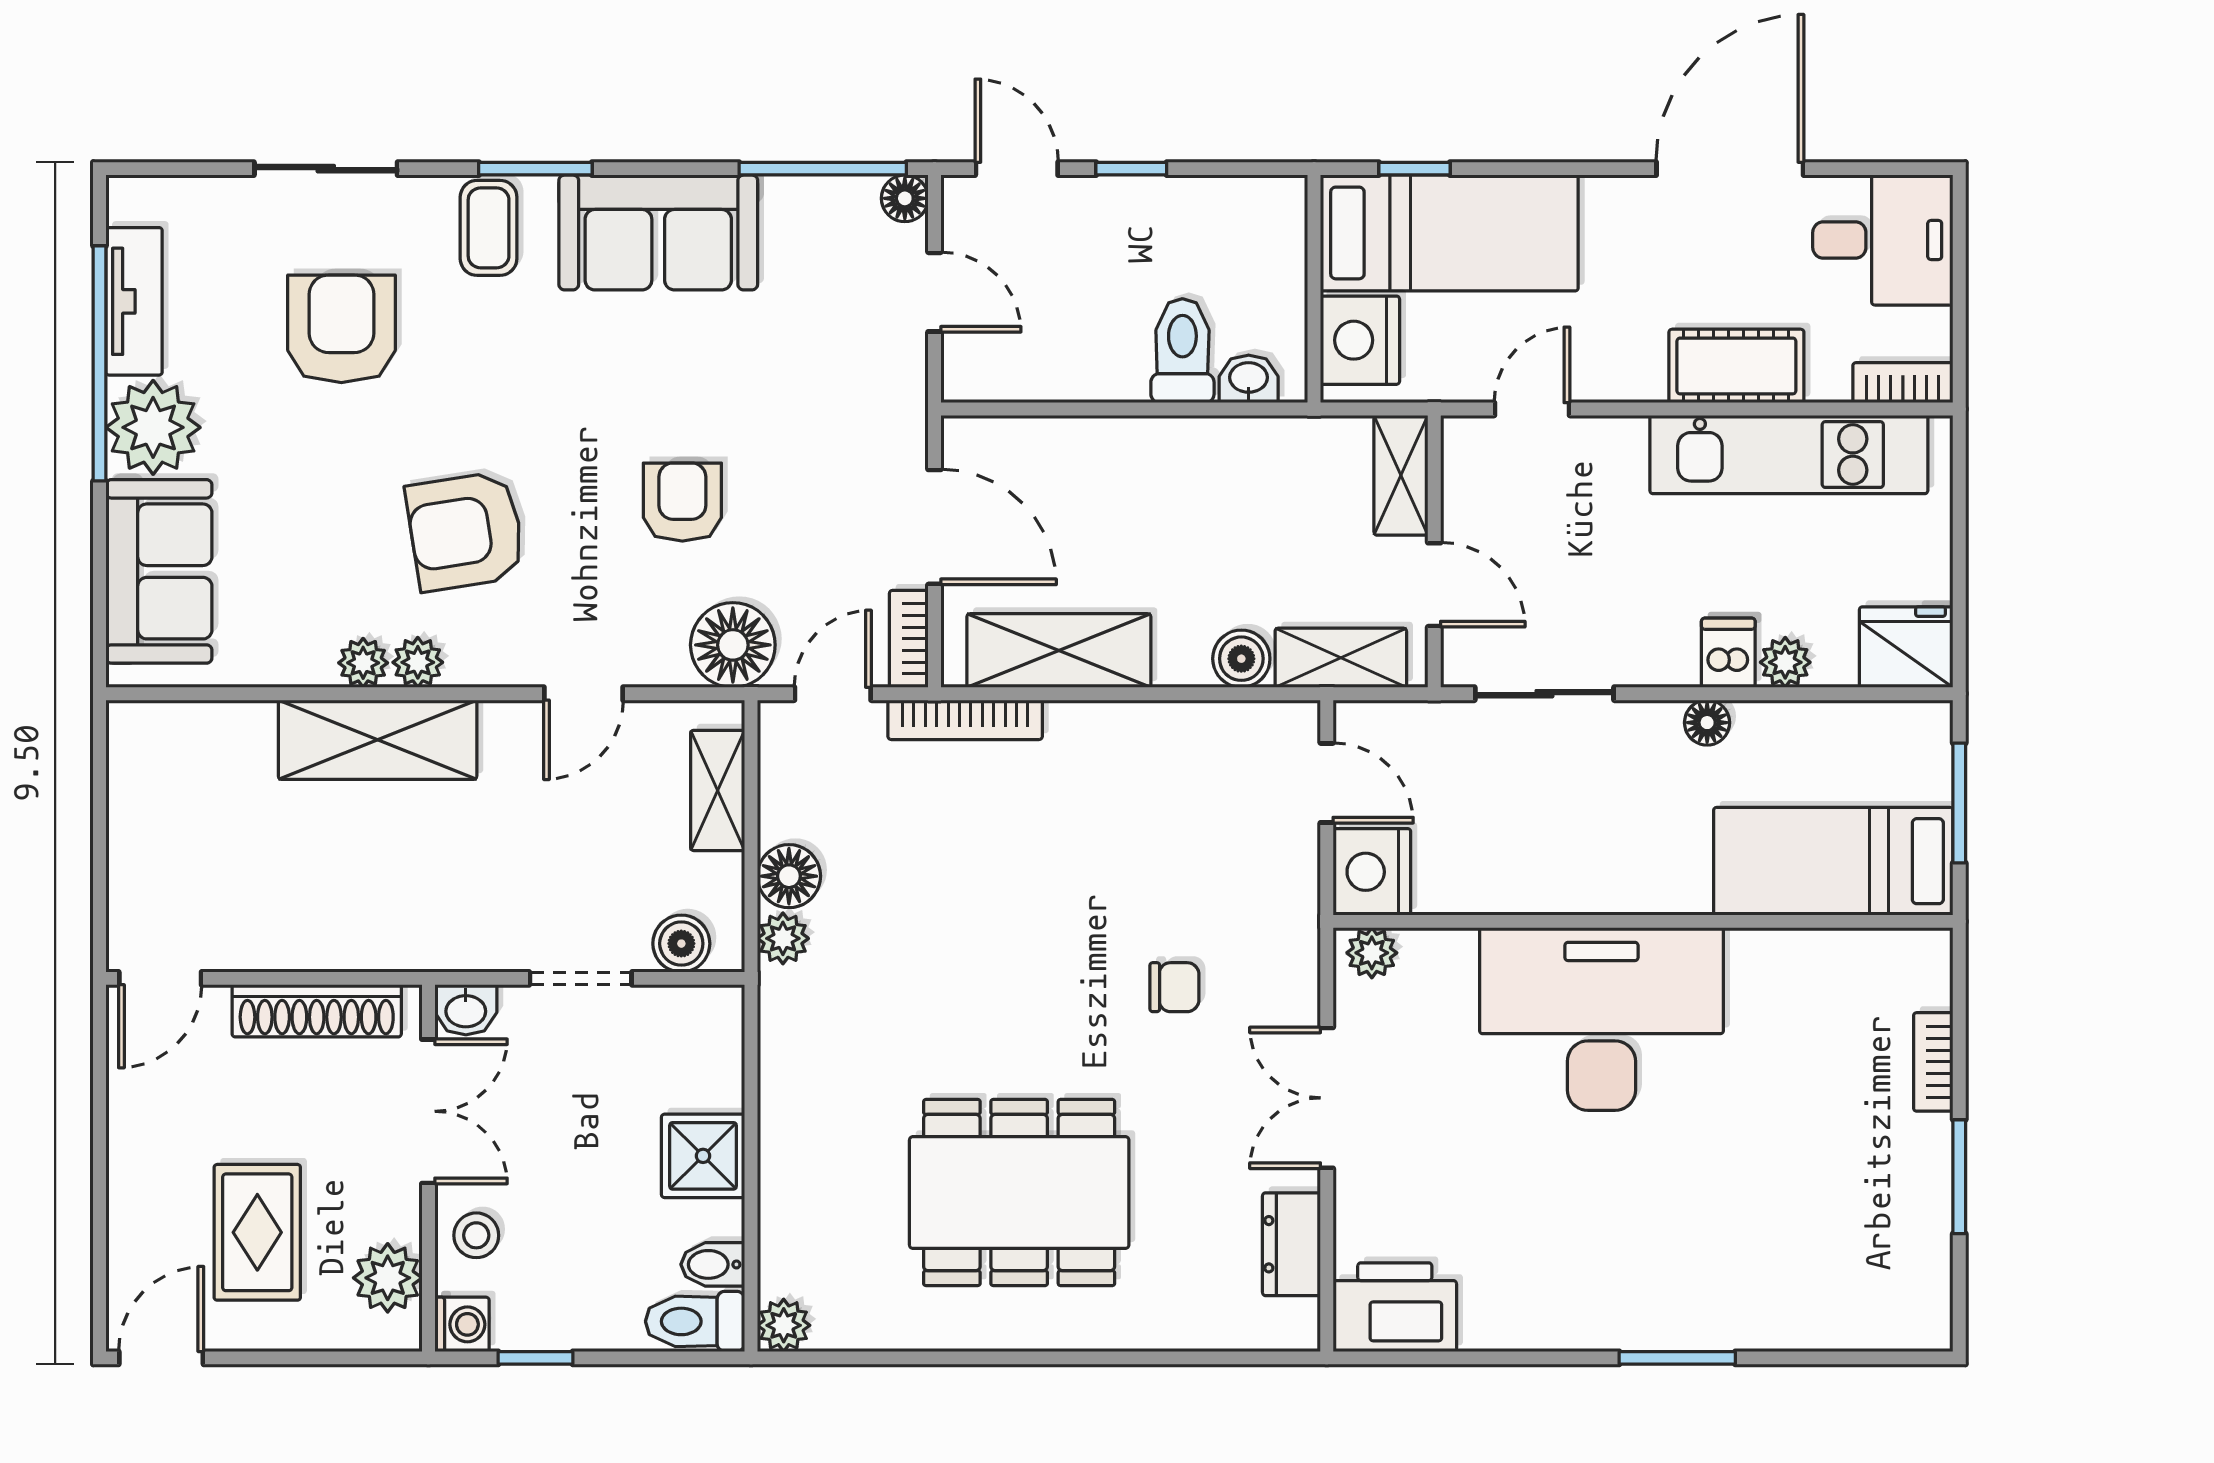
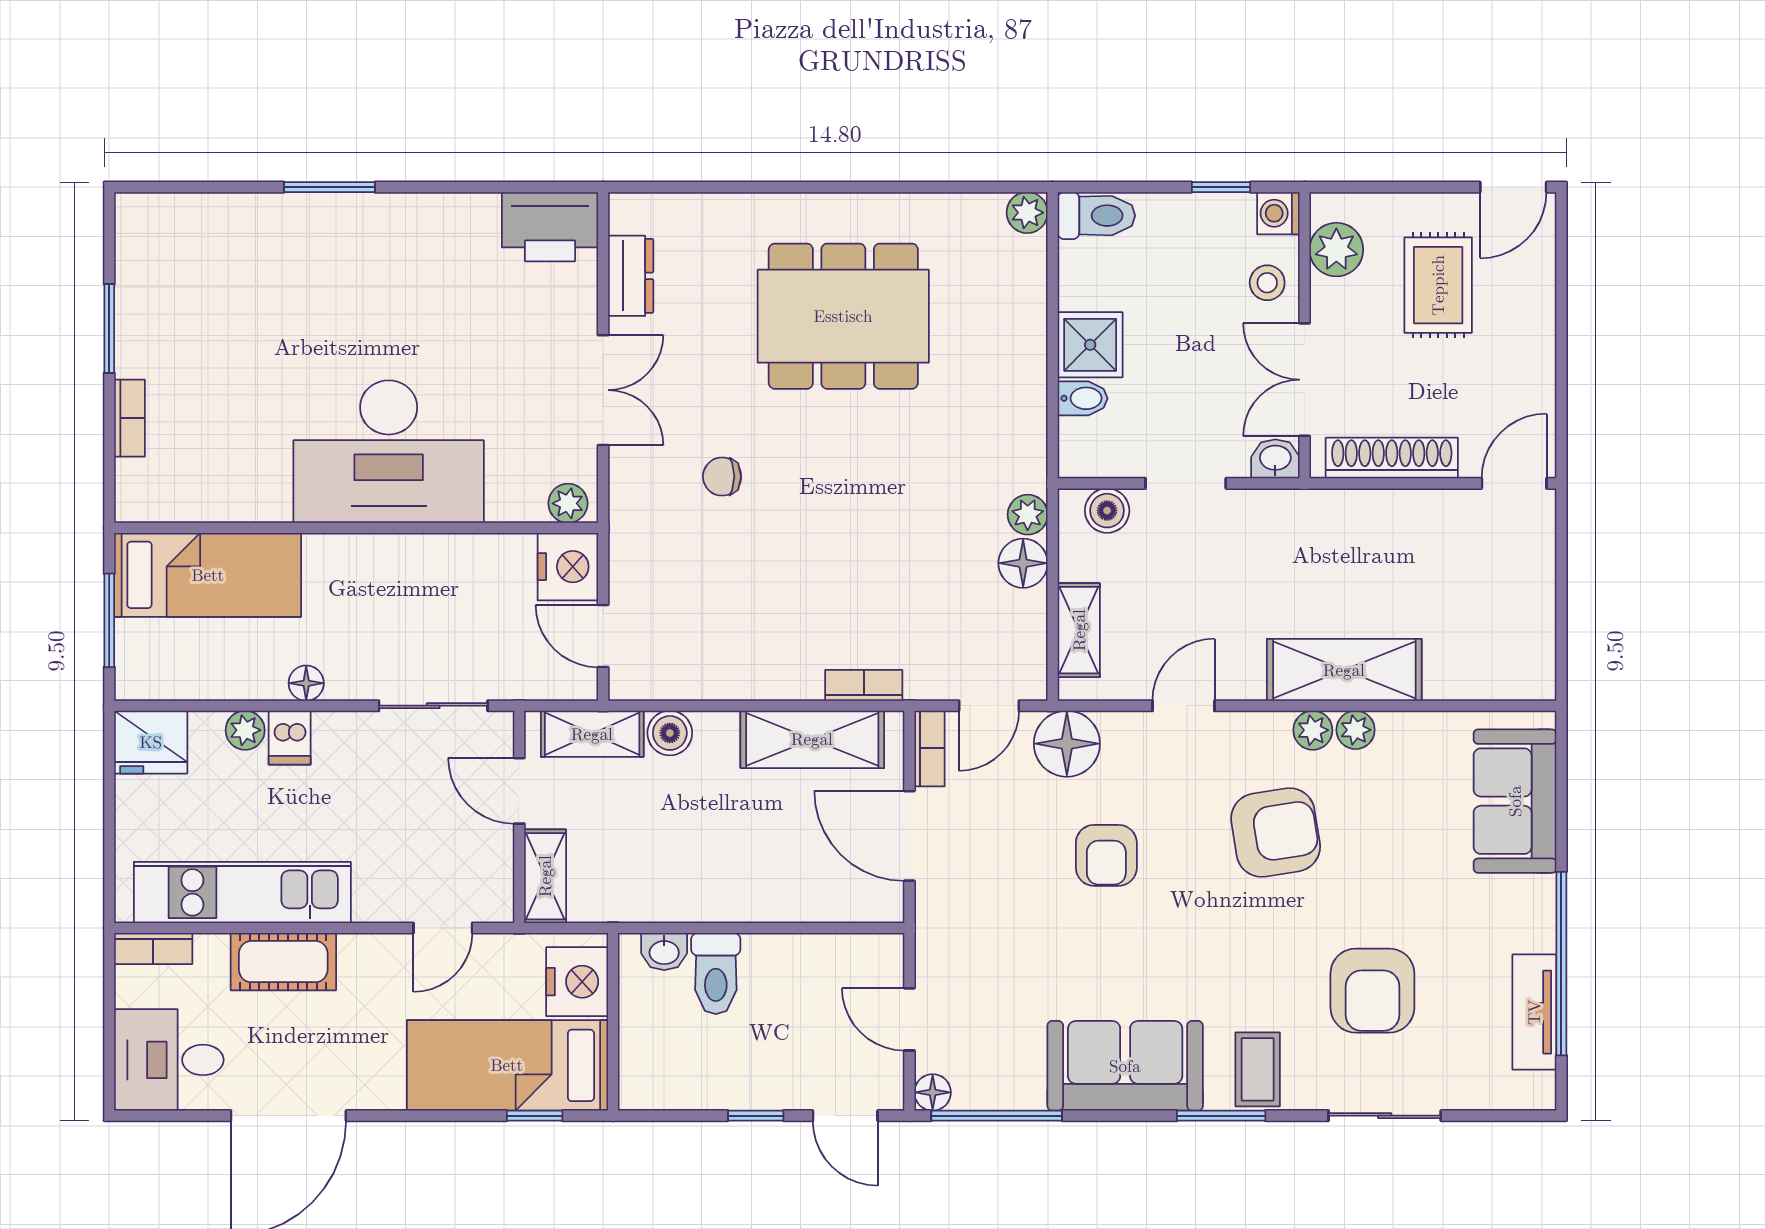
plant: (153, 427) -> (1520, 914), removed
bookcase: (965, 720) -> (864, 685), width x0.64
bidet: (713, 1264) -> (1083, 398), moved

